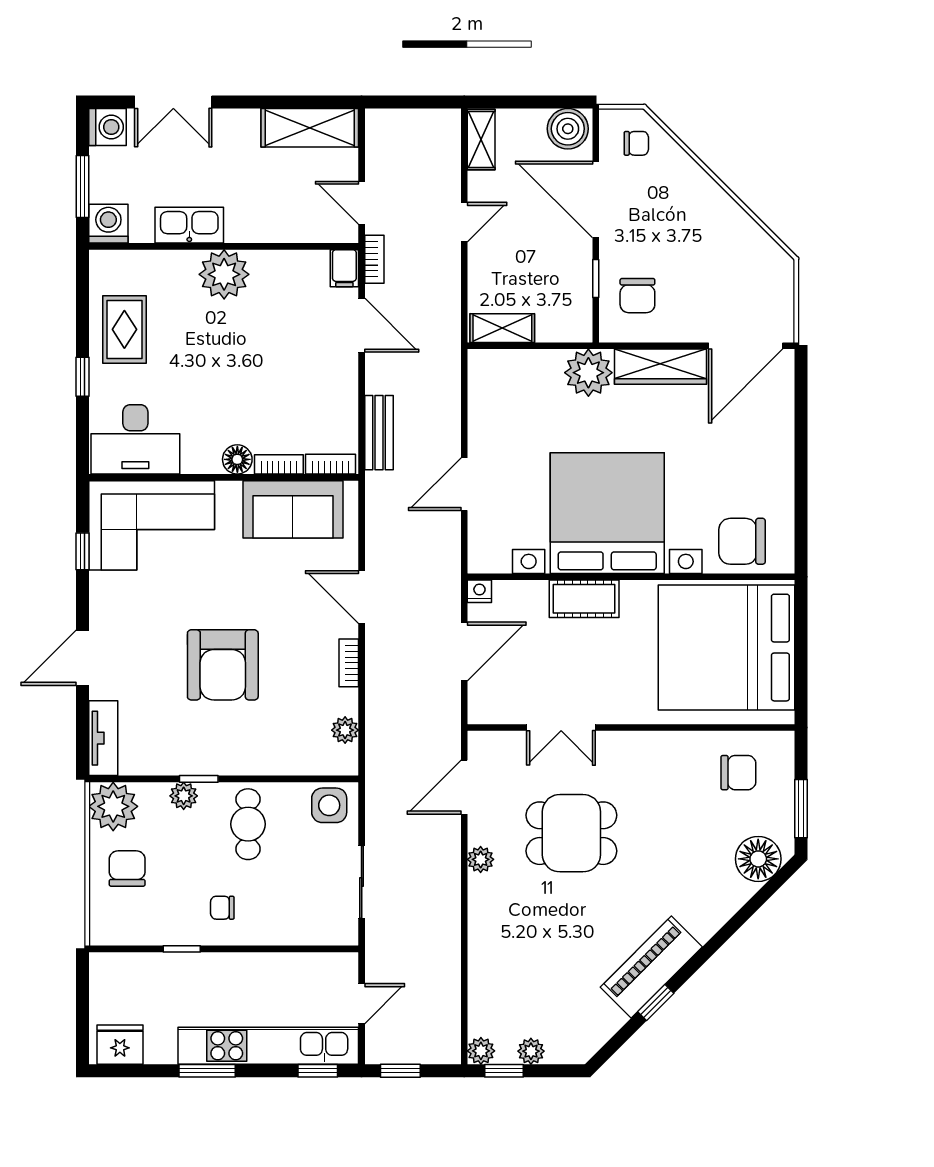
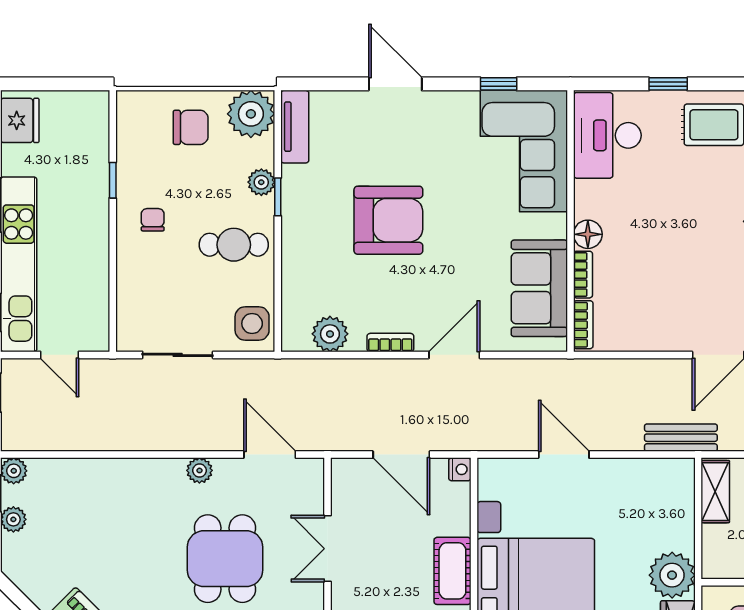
bench: (379, 433) -> (681, 438), moved
armchair: (223, 665) -> (388, 220), turned 180
plant: (345, 730) -> (330, 334), width x1.38, depth x1.38
tv unit: (103, 738) -> (295, 127), moved, turned -90

